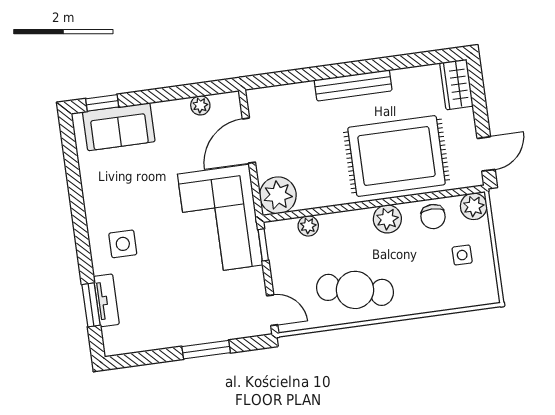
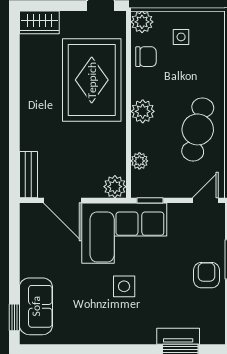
bench: (353, 85) -> (28, 175), moved, width x0.73
plant: (200, 105) -> (28, 237), removed
plant: (278, 195) -> (115, 187), width x0.73, depth x0.73
plant: (387, 219) -> (143, 111), moved
side table: (123, 244) -> (124, 286), moved
armchair: (184, 324) -> (207, 275), added

